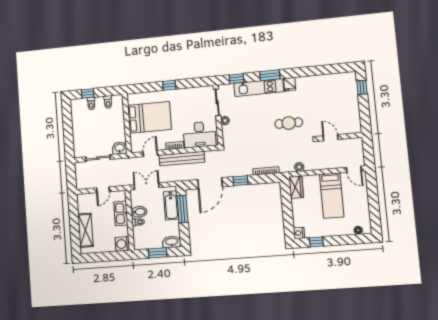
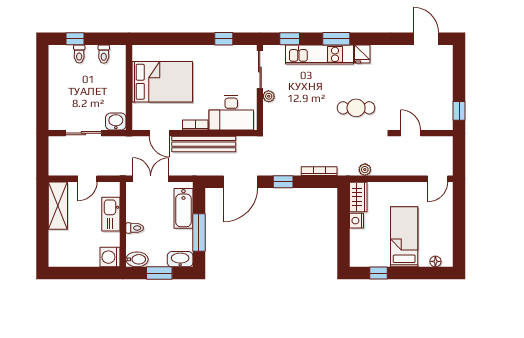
door: (335, 69) -> (426, 39), added
window: (169, 85) -> (224, 39), moved
window: (362, 87) -> (459, 111), moved
door: (150, 154) -> (159, 133), swing flipped
door: (354, 169) -> (438, 179), hinge flipped
bed: (332, 196) -> (404, 237), moved, turned 180
window: (182, 209) -> (199, 232), moved
bidet: (139, 212) -> (137, 259), moved
shelving: (85, 230) -> (58, 206), moved
nightstand: (299, 233) -> (357, 221), moved

